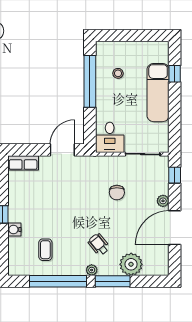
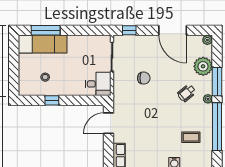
window: (175, 74) -> (46, 30), width x2.17
window: (90, 81) -> (52, 100), width x0.32
exam couch: (158, 93) -> (43, 44), moved
door: (62, 150) -> (108, 123), hinge flipped
plant: (163, 201) -> (207, 40), moved

